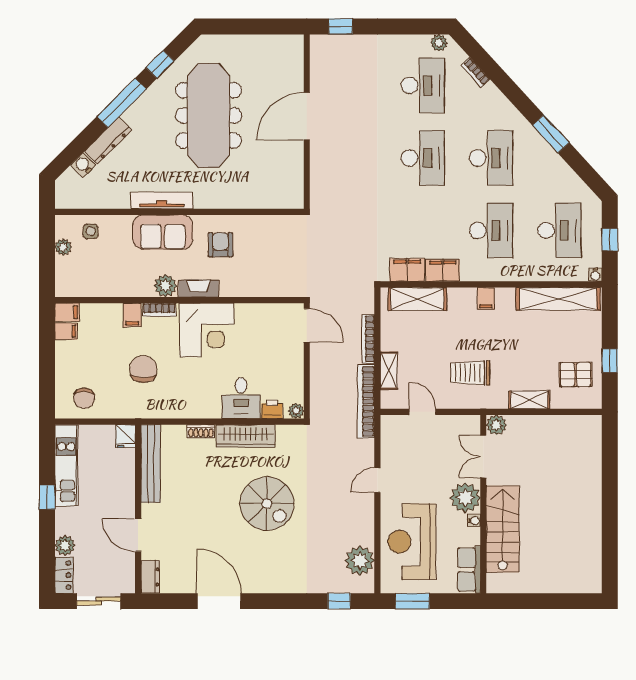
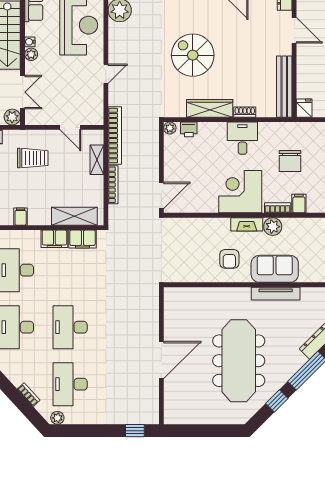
door: (307, 325) -> (161, 195), swing flipped
desk: (241, 398) -> (242, 138), moved
plant: (465, 498) -> (31, 54), width x0.53, depth x0.53

